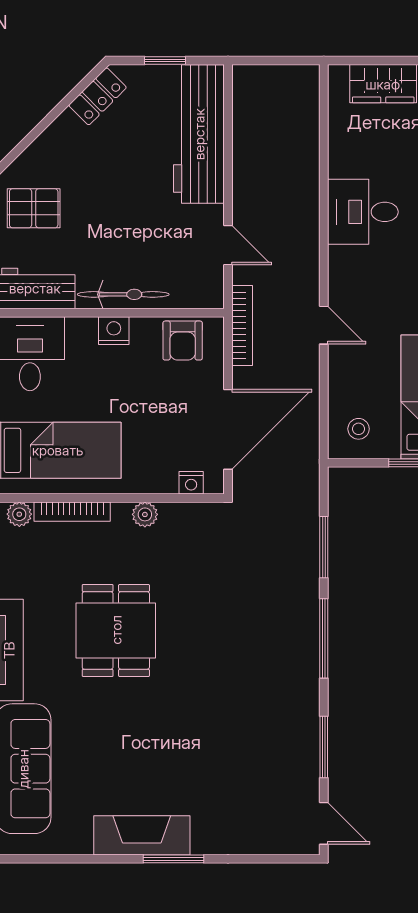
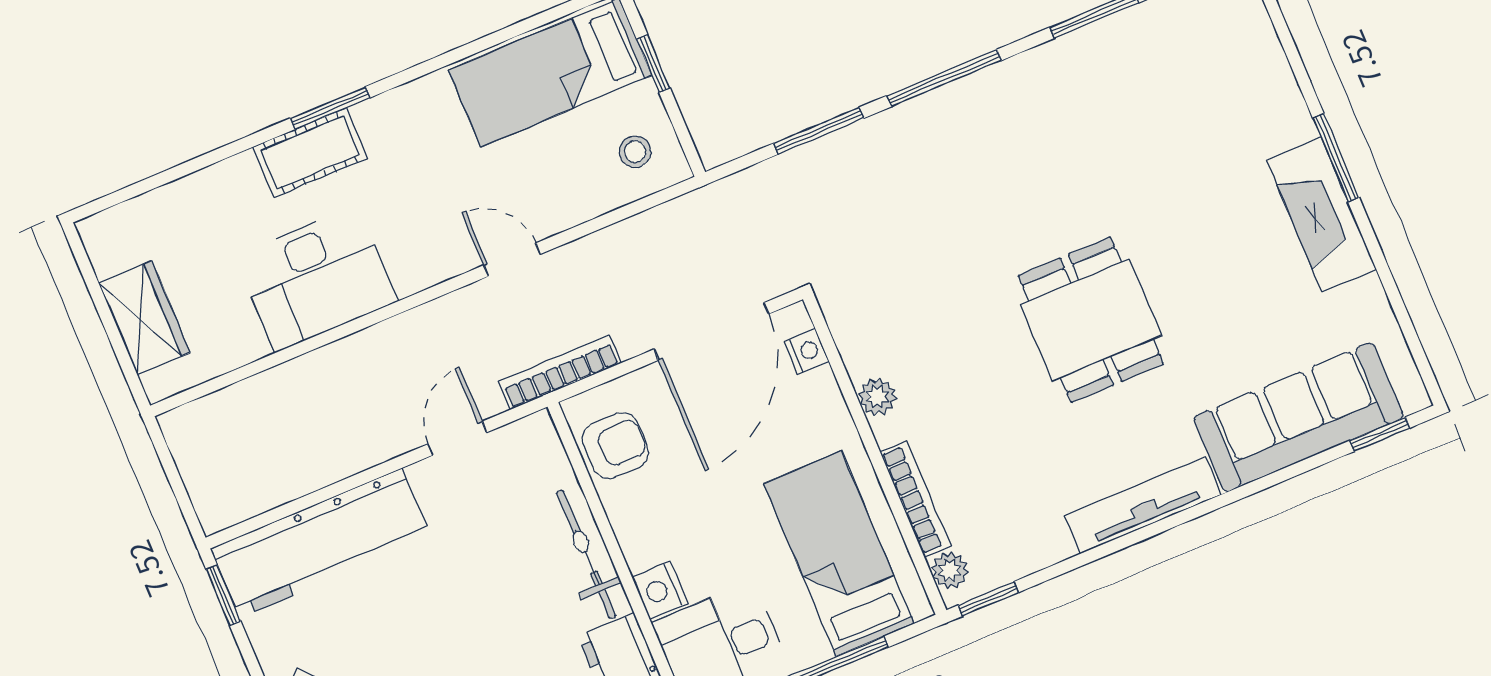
window: (165, 60) -> (223, 595), moved
desk: (363, 212) -> (316, 279), width x1.37
door: (324, 325) -> (512, 260), hinge flipped
nightstand: (114, 331) -> (660, 590), moved
door: (228, 429) -> (711, 331), swing flipped
dining table: (116, 630) -> (1091, 320), moved, turned 90

